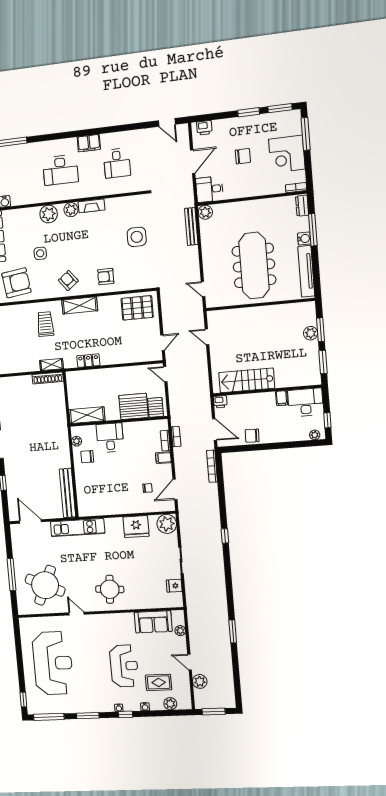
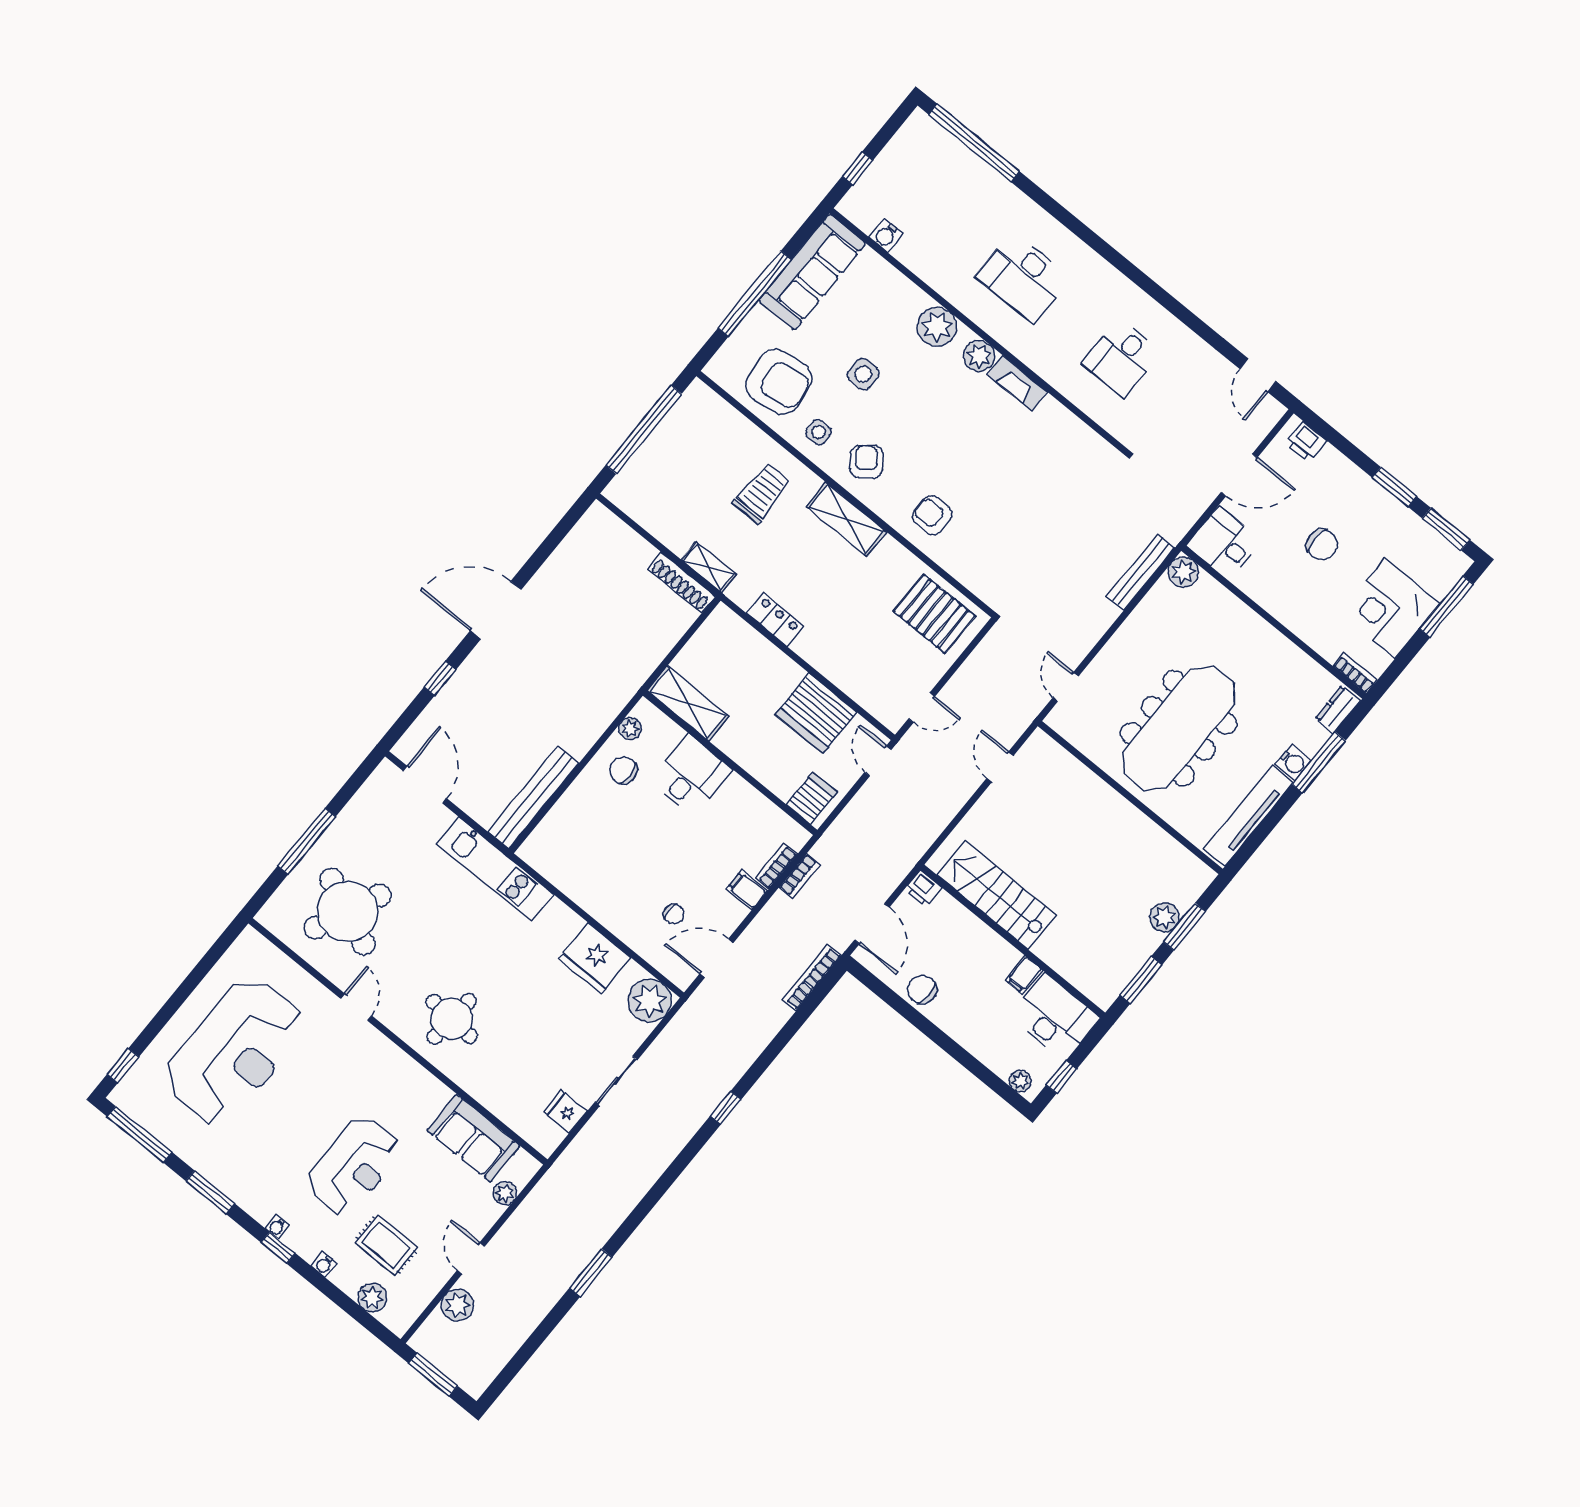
filing cabinet: (89, 143) -> (1108, 282), removed
side table: (137, 237) -> (819, 432), moved, width x0.54, depth x0.54
server rack: (134, 406) -> (816, 713), moved, turned 180

